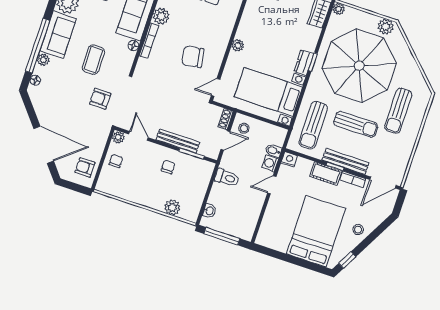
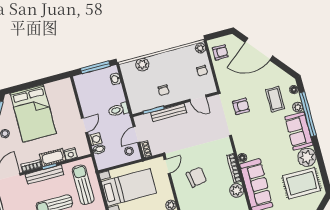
coffee table: (93, 60) -> (275, 99), moved
plant: (118, 137) -> (200, 48), moved
nightstand: (289, 159) -> (71, 154), moved

